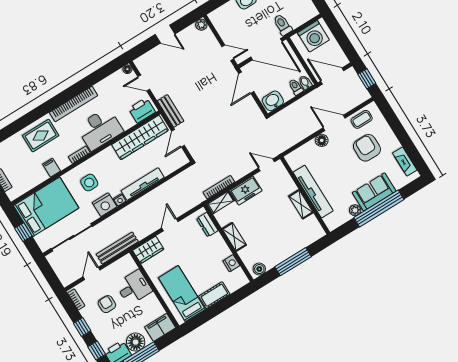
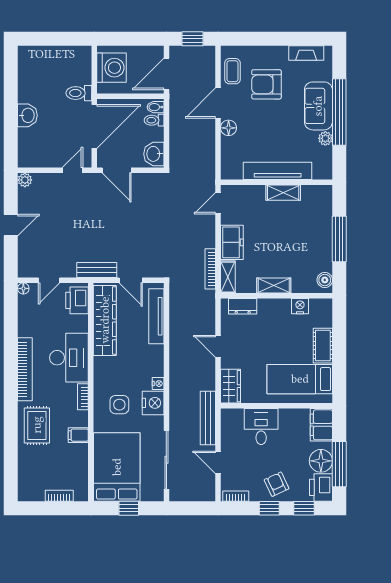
tv unit: (143, 184) -> (156, 316), moved
armchair: (107, 304) -> (277, 484), moved, turned 65

